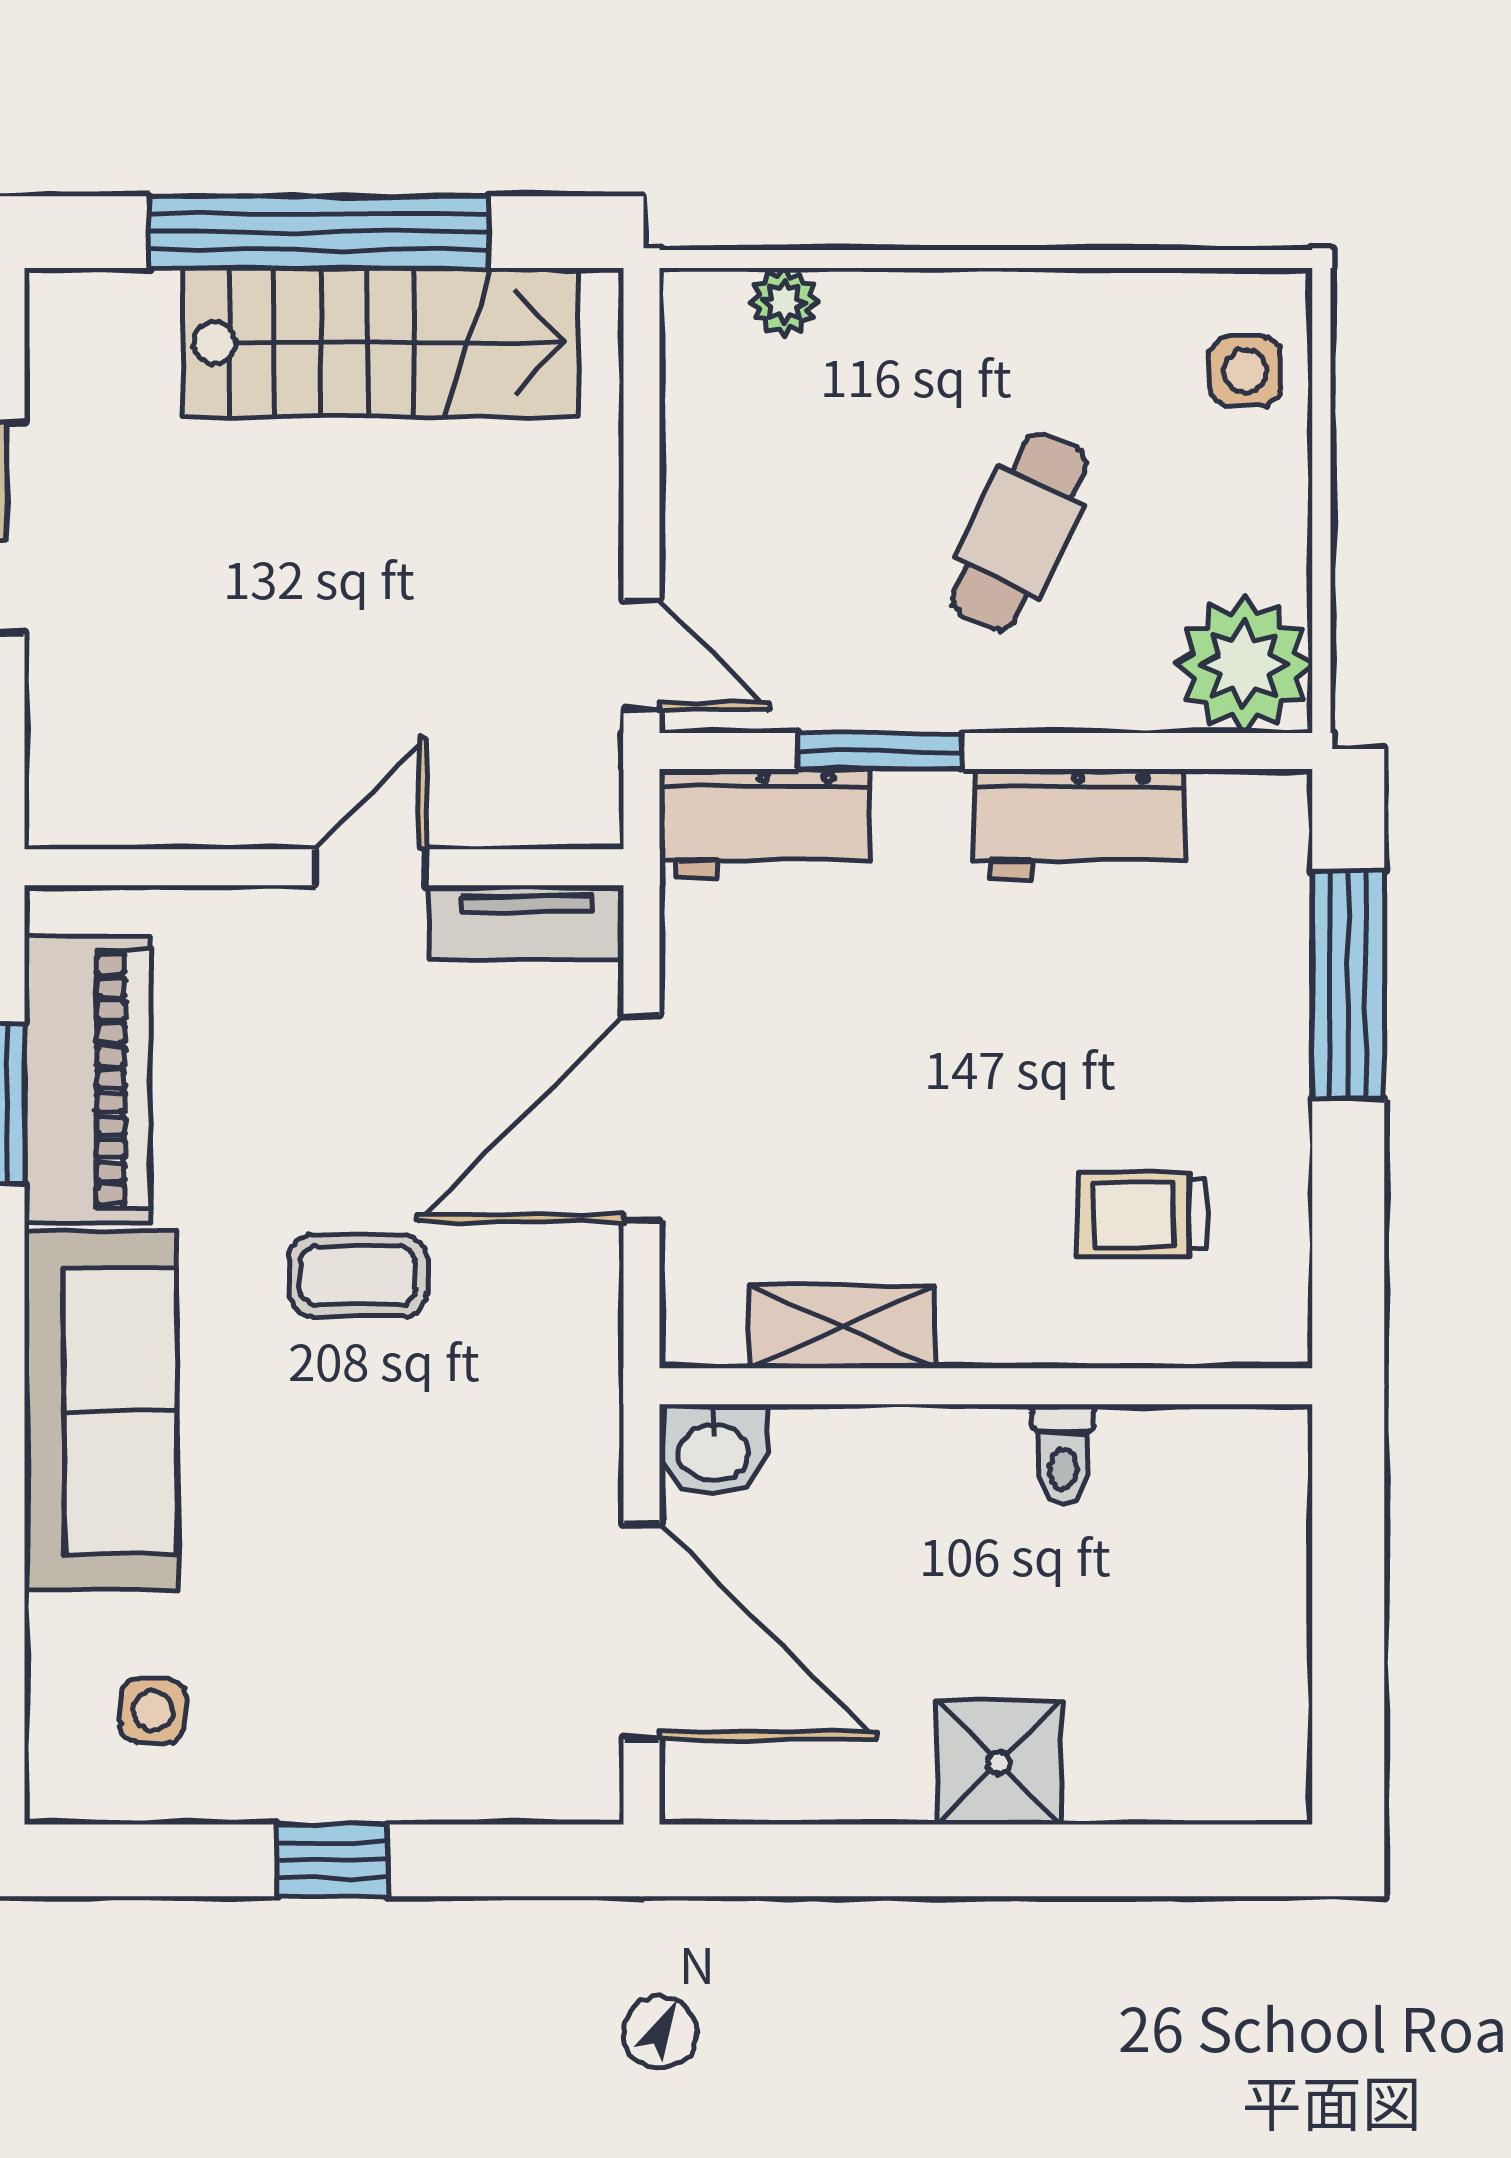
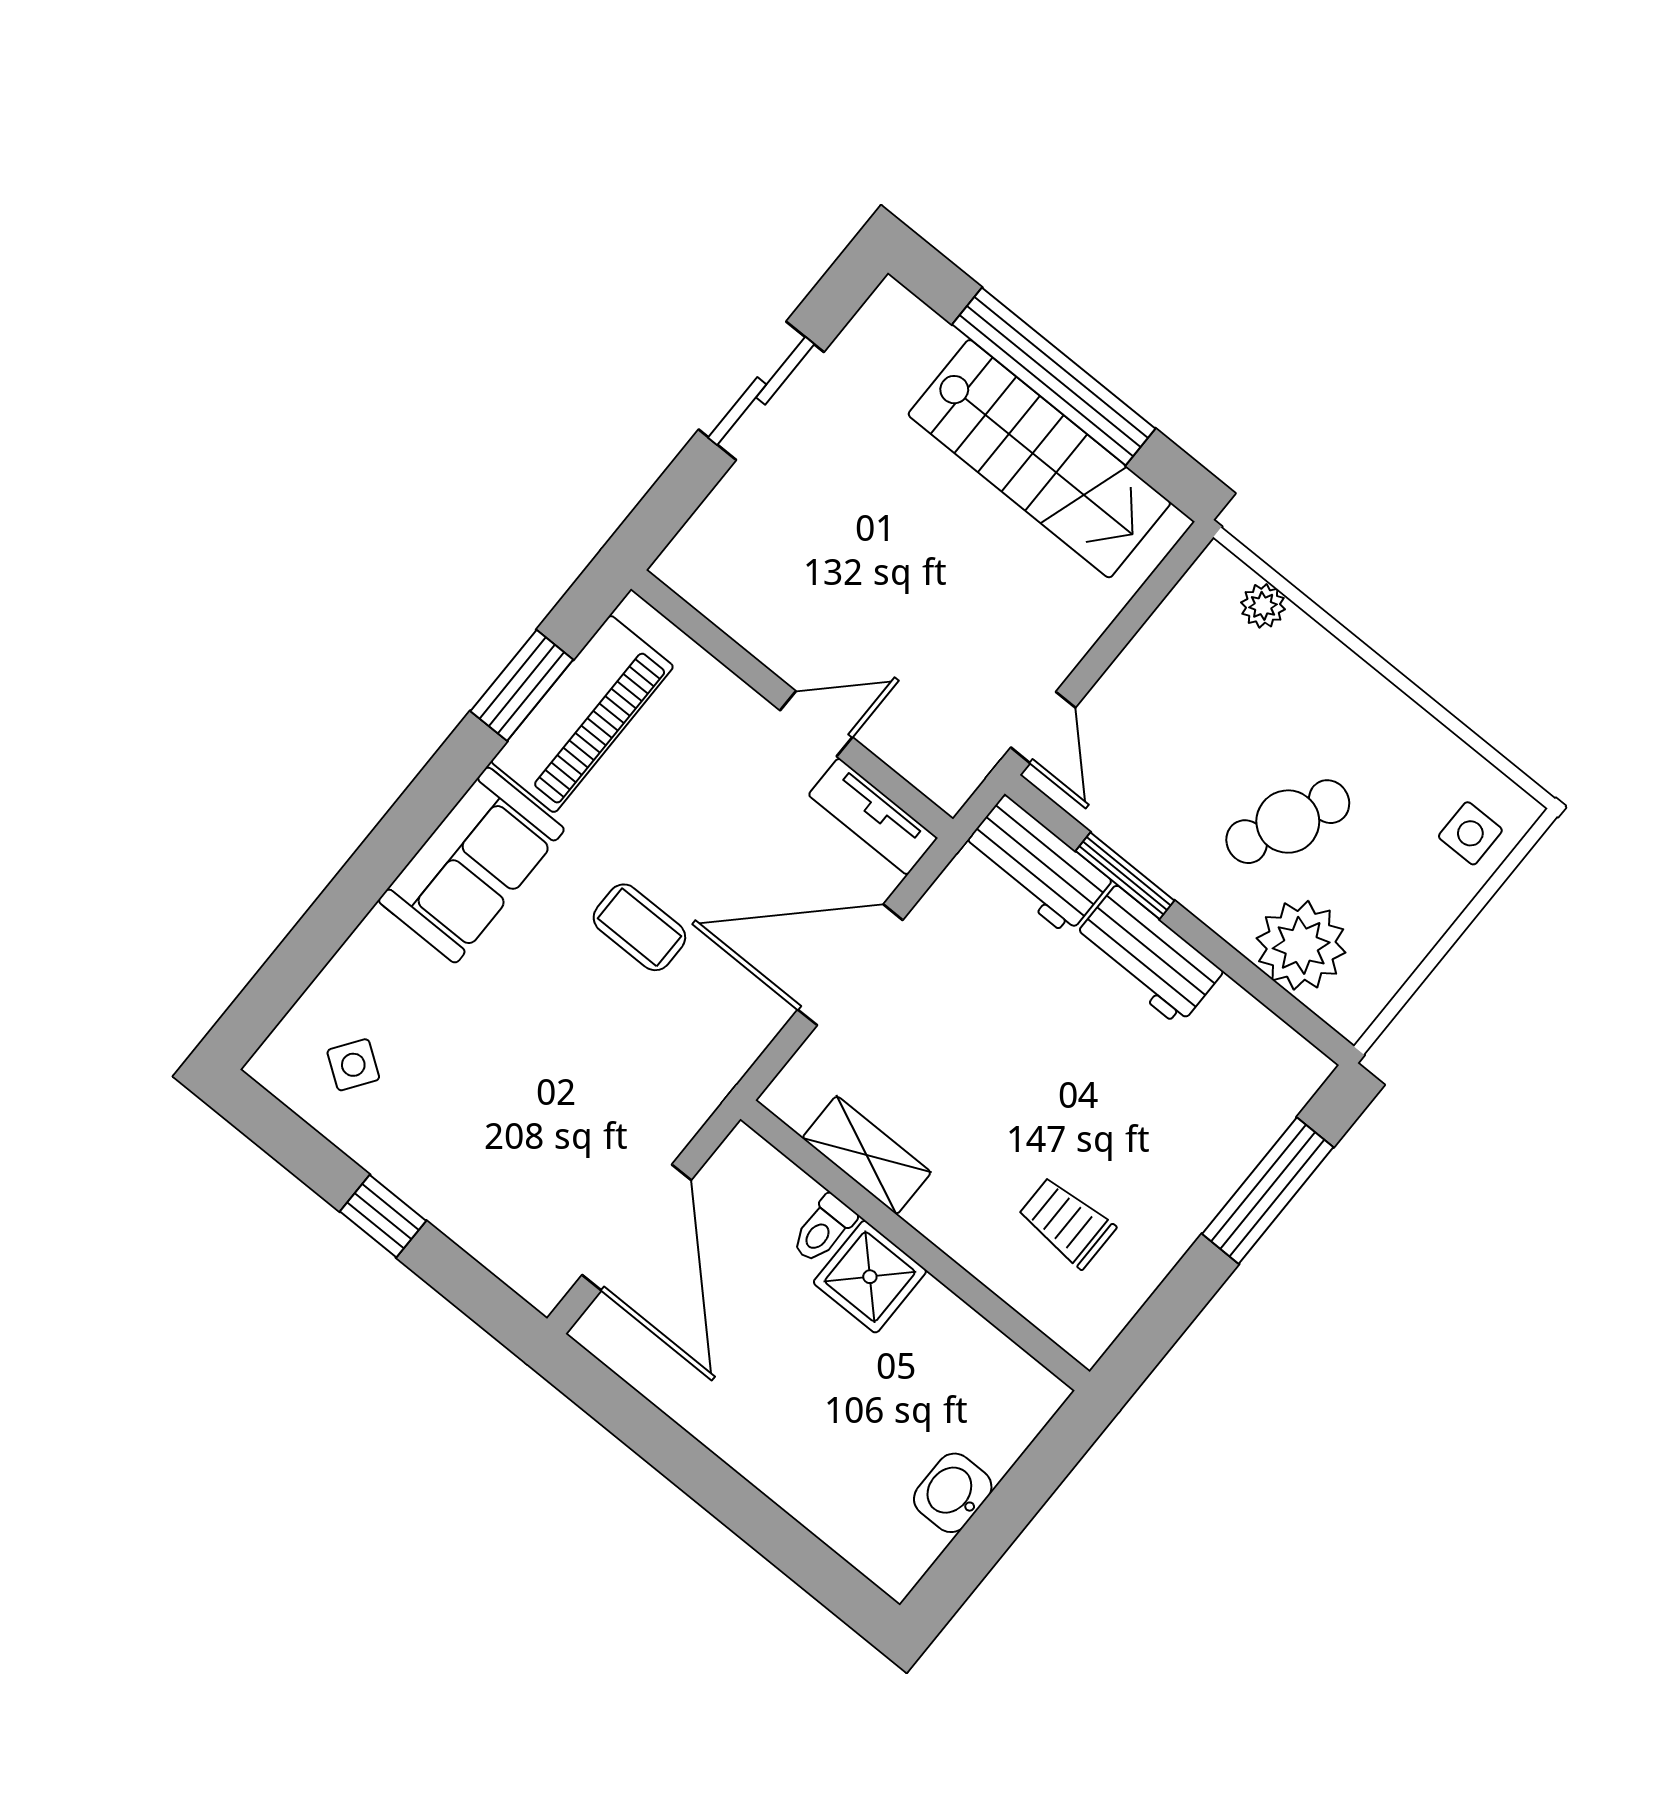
plant: (1244, 665) -> (1301, 945), moved
workbench: (1079, 823) -> (1148, 956), moved
sofa: (101, 1411) -> (471, 865), width x0.73
washbasin: (714, 1450) -> (953, 1493), moved, turned 90
toilet: (1063, 1455) -> (823, 1229), moved
side table: (153, 1711) -> (353, 1065), turned 31
shower: (999, 1762) -> (870, 1277), moved

